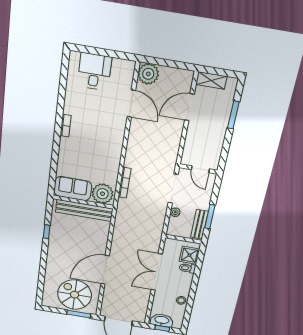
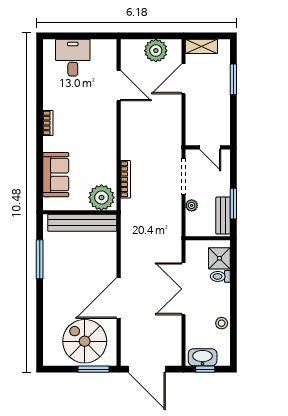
plant: (148, 74) -> (156, 51), moved
sofa: (73, 189) -> (56, 175), moved, turned 90
window: (47, 232) -> (40, 259), width x2.17

